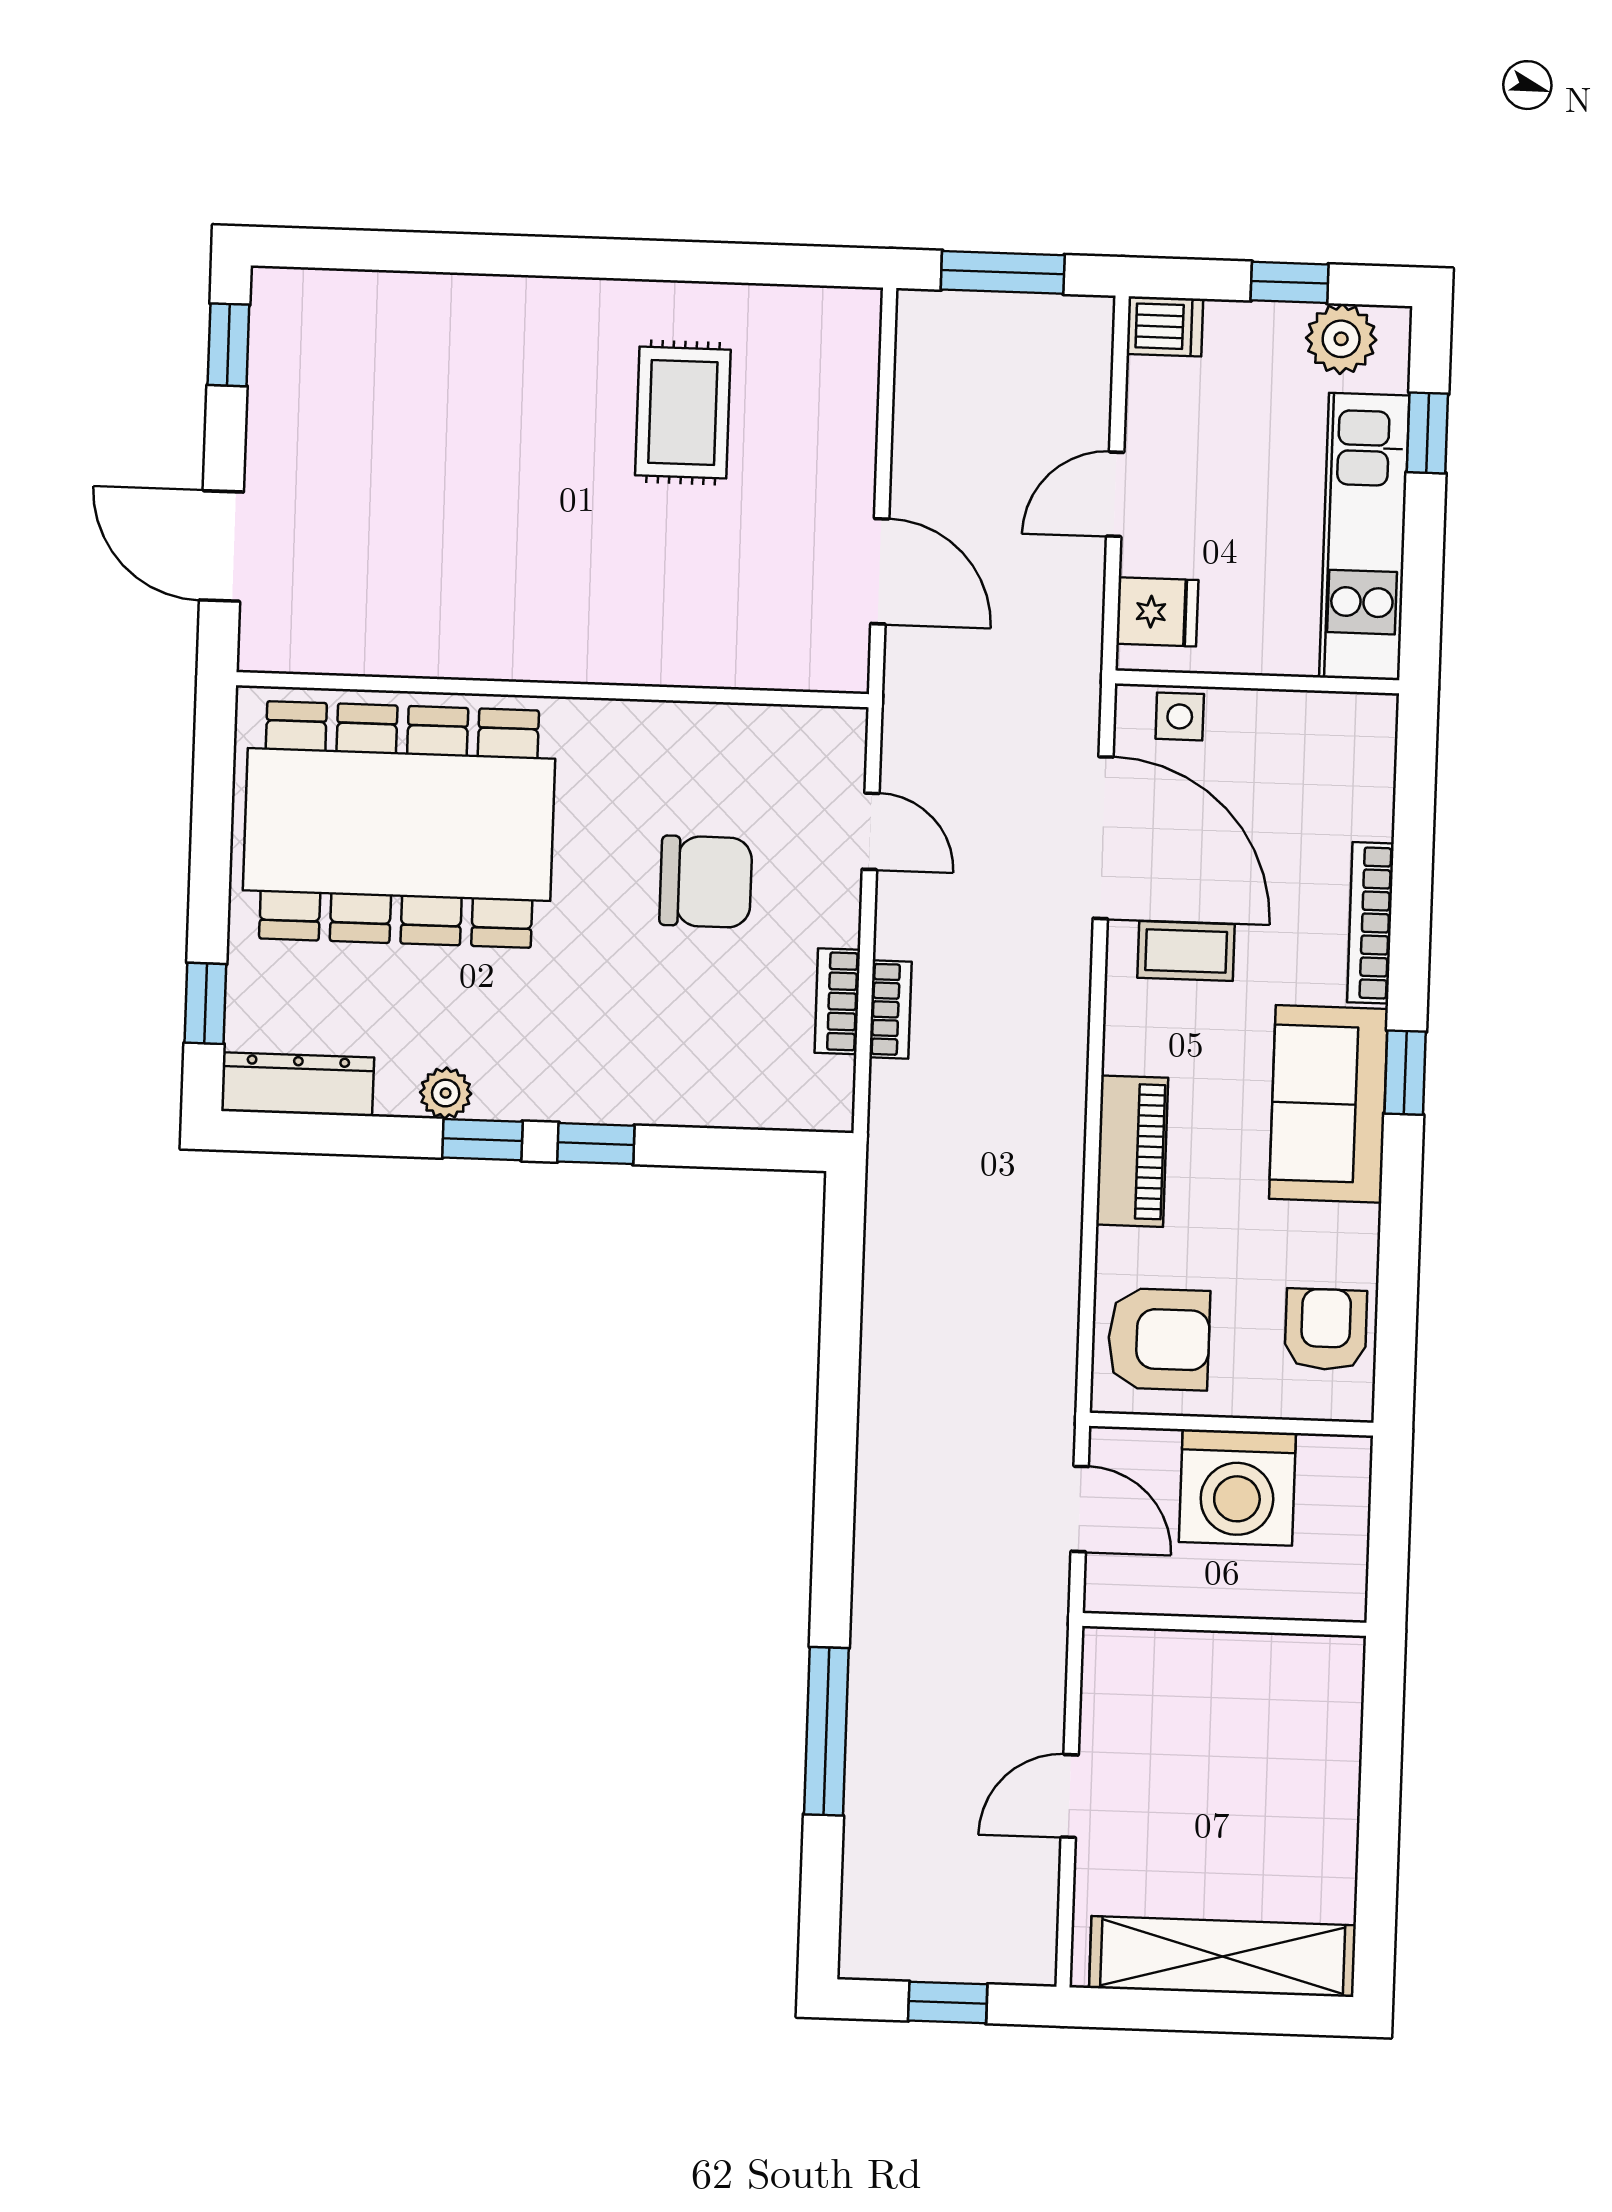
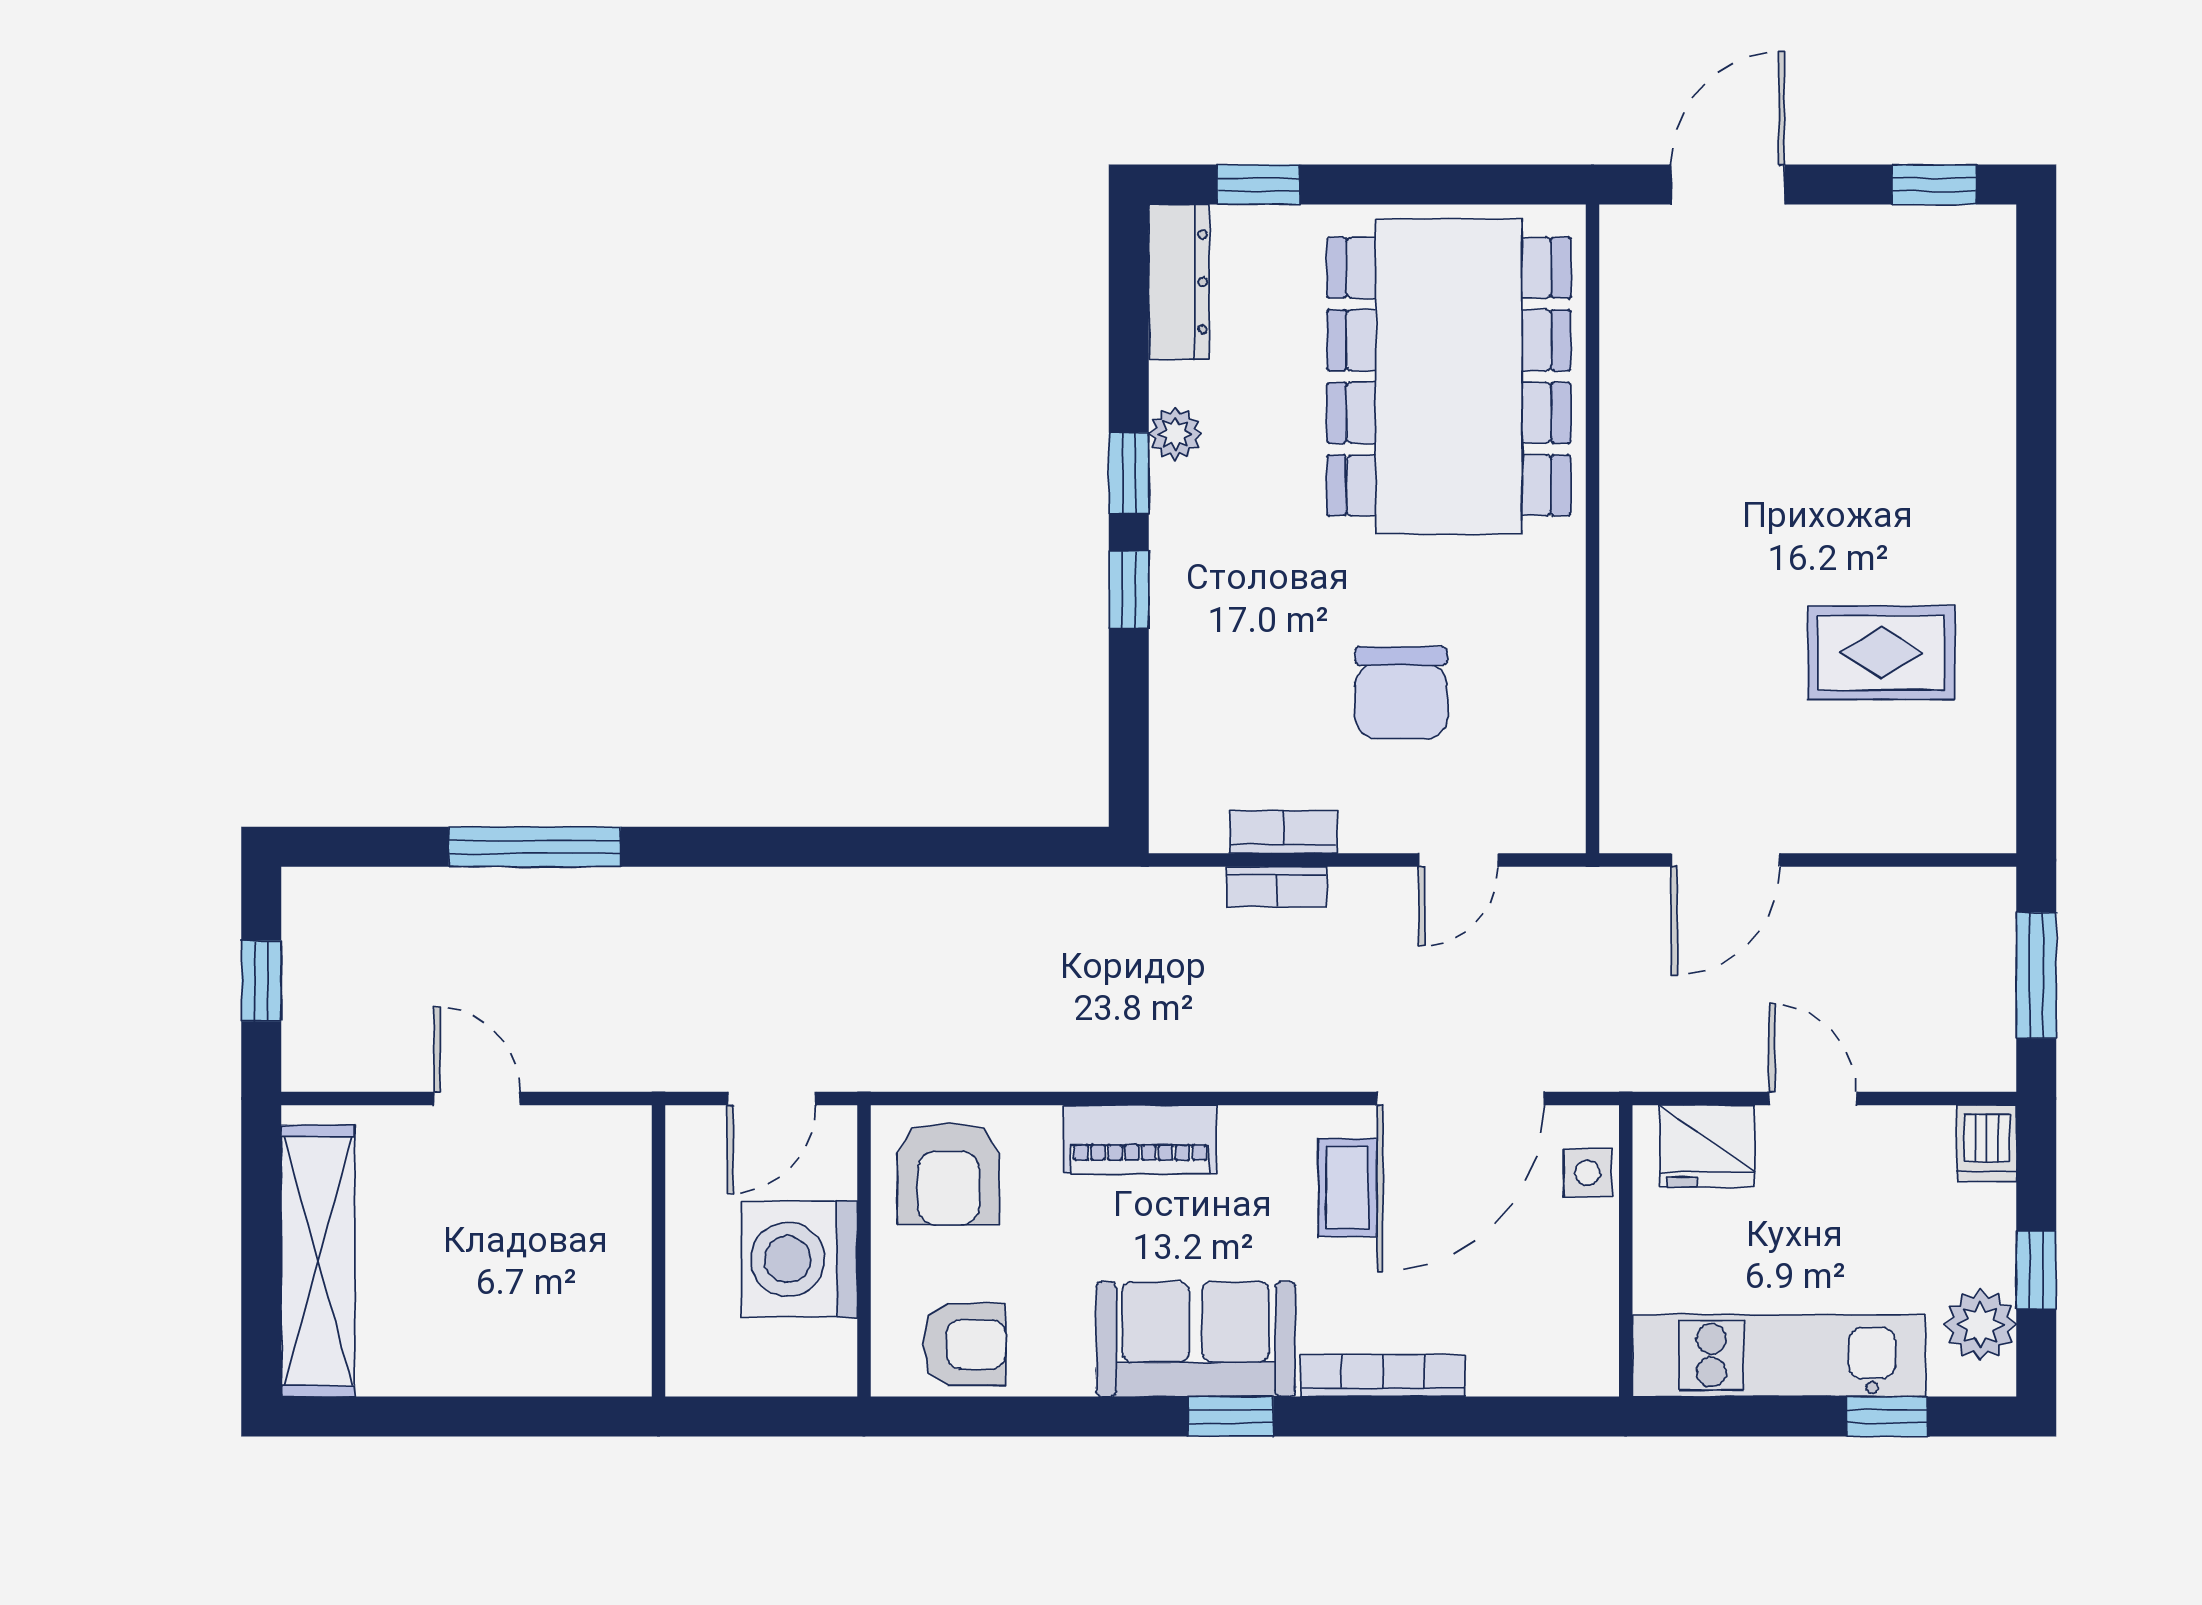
fridge: (1157, 612) -> (1707, 1146), width x1.38

